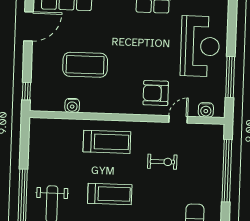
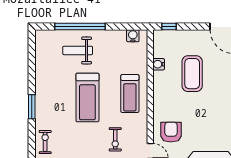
water cooler: (36, 136) -> (133, 36), added
treadmill: (110, 194) -> (87, 97), width x1.37, depth x1.38

